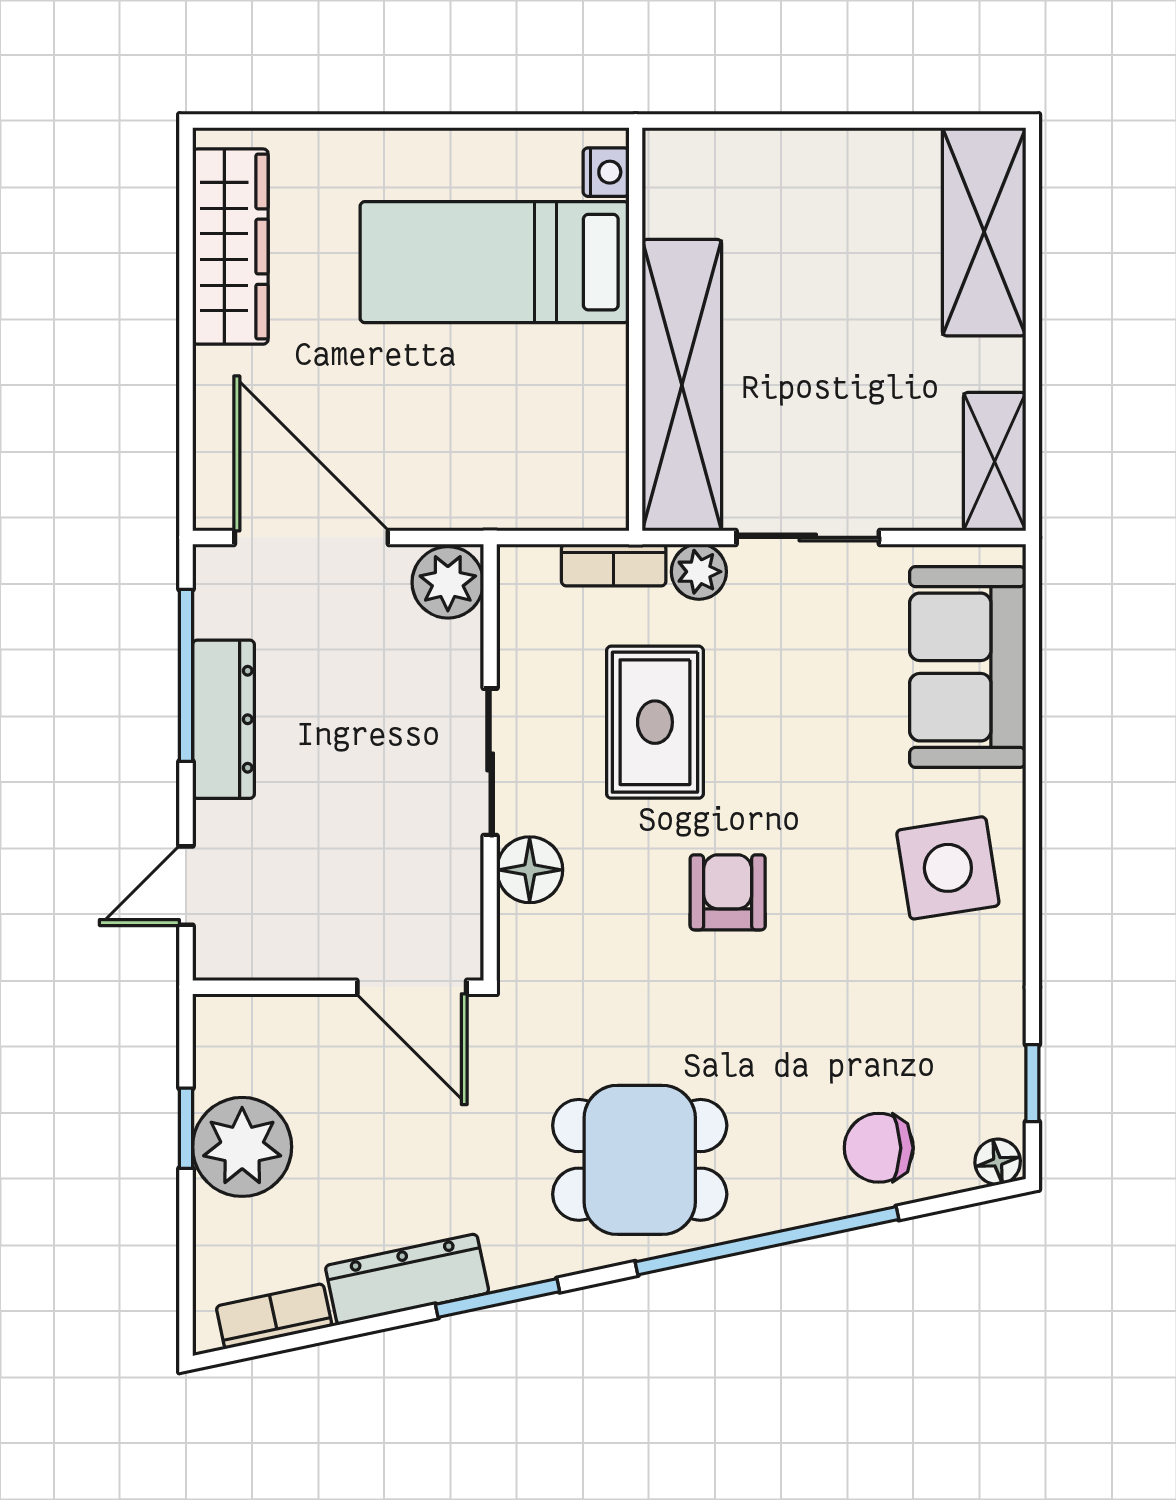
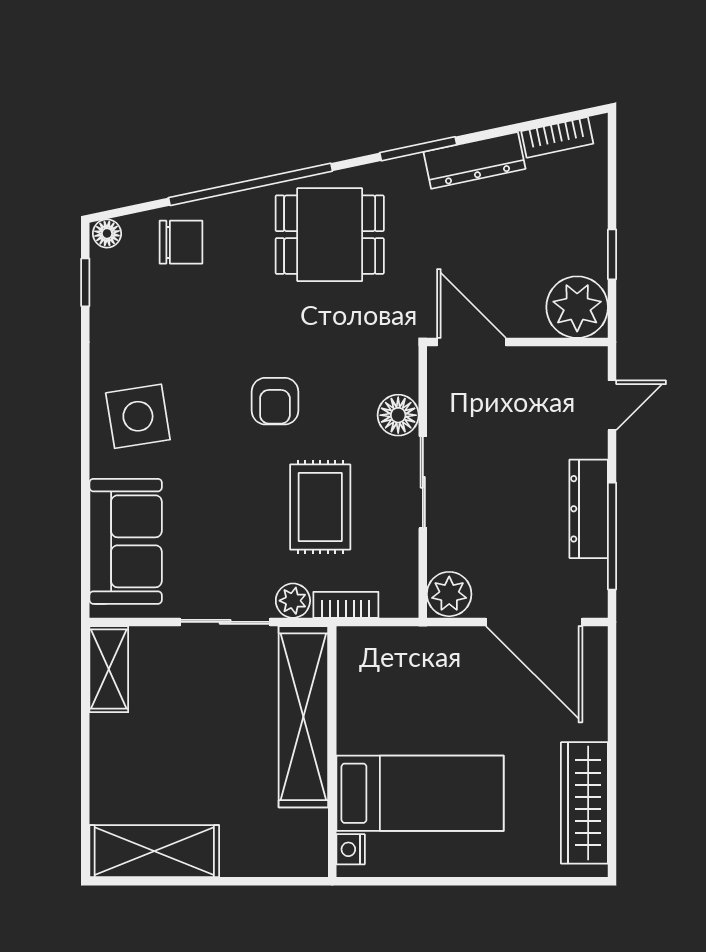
shelving: (984, 232) -> (154, 851), moved, turned 90
plant: (242, 1147) -> (577, 307), moved

